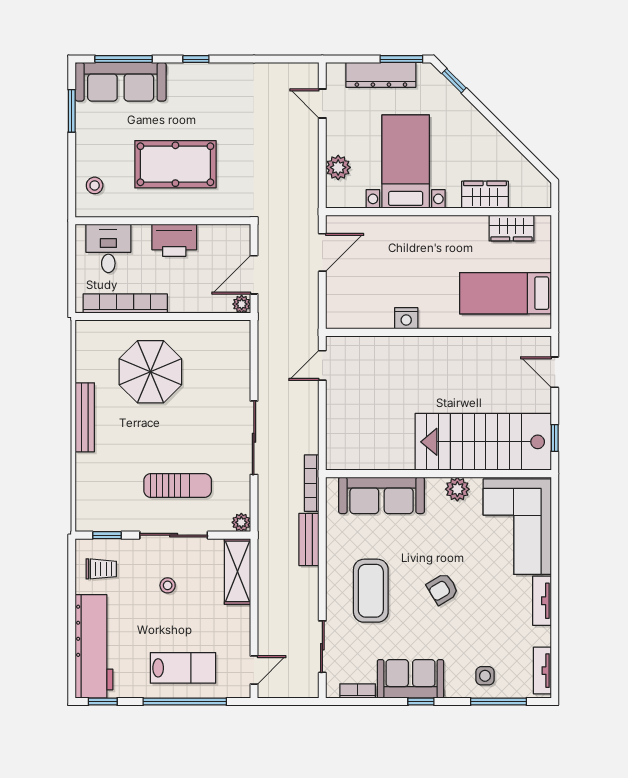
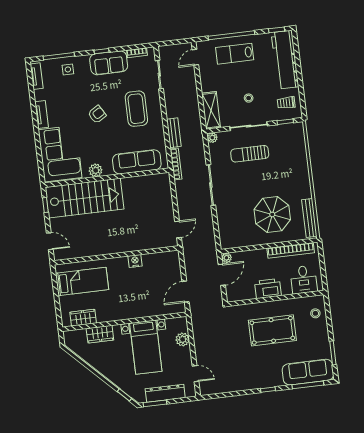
bench: (85, 417) -> (309, 218), moved

